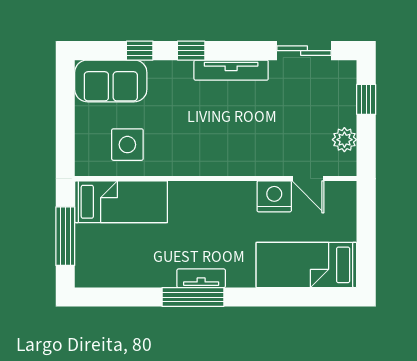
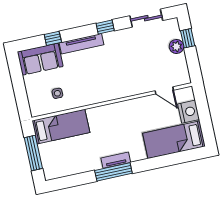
window: (191, 51) -> (105, 27), moved
tv unit: (231, 70) -> (81, 44), moved
plant: (344, 140) -> (176, 46), moved
side table: (127, 145) -> (57, 93), width x0.54, depth x0.54
nightstand: (274, 196) -> (189, 112), moved, turned 90

